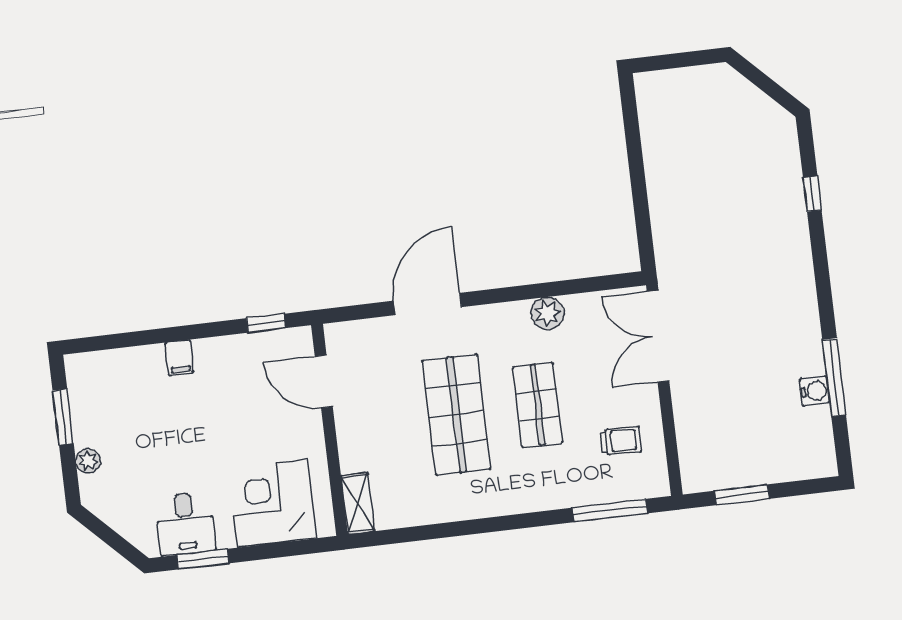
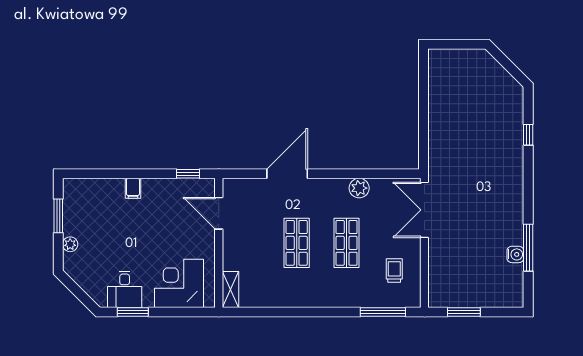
shop shelf: (456, 415) -> (297, 243), width x0.70, depth x0.74
trolley: (621, 441) -> (394, 271), turned -92

